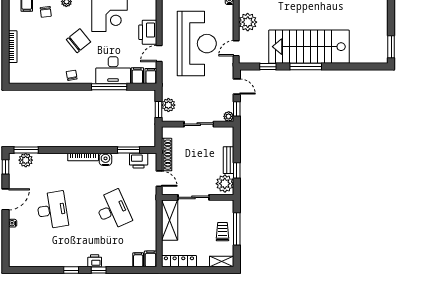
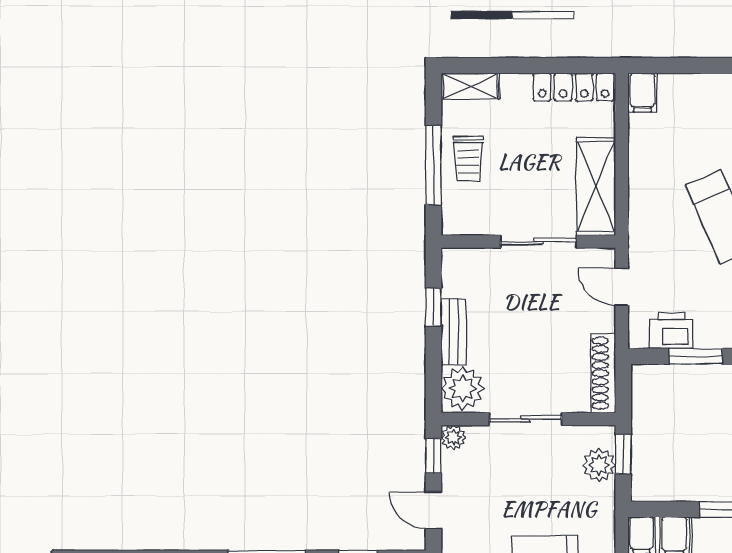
shoe rack: (167, 155) -> (603, 373), moved
plant: (225, 184) -> (463, 388), moved
filing cabinet: (138, 260) -> (672, 90), removed

